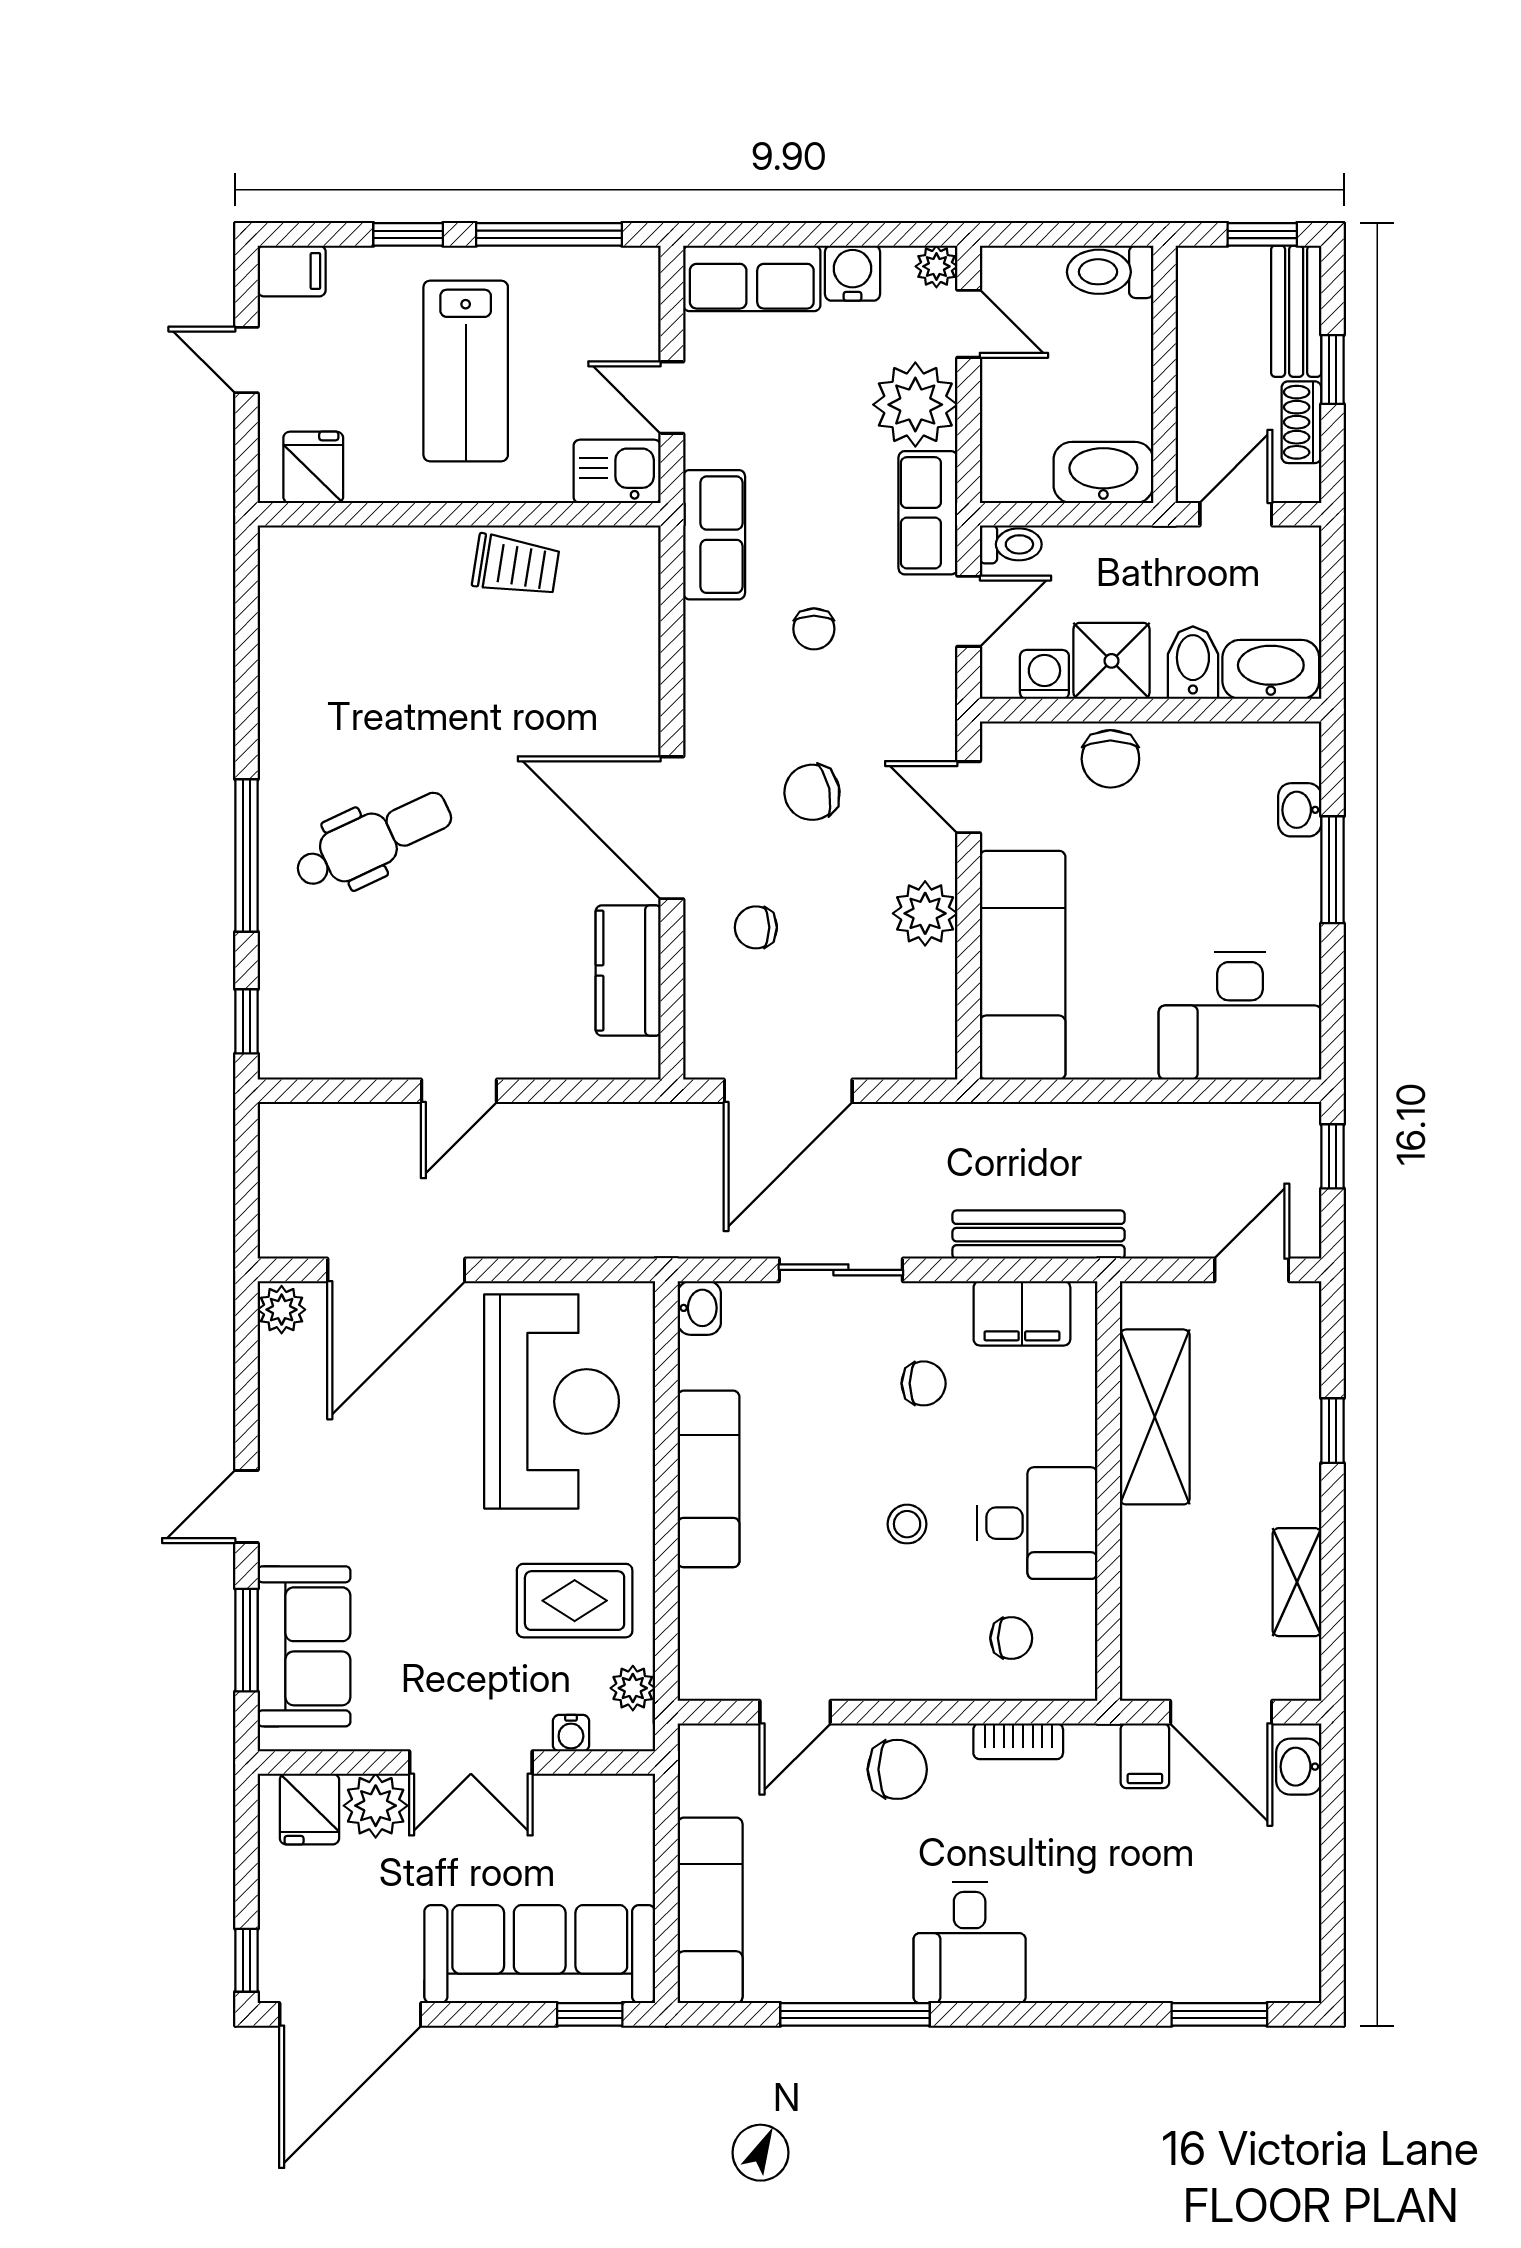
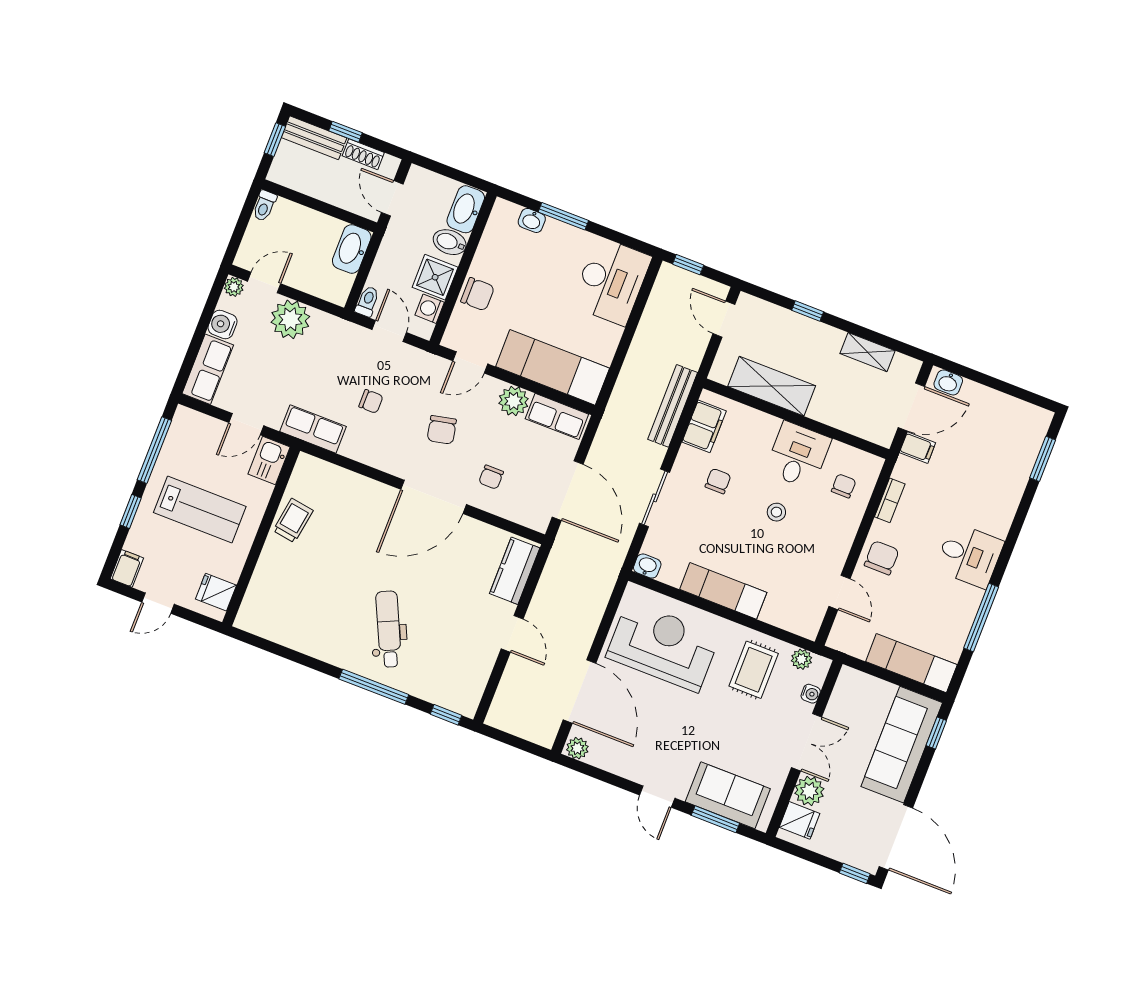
toilet: (1110, 272) -> (264, 206), width x0.73, depth x0.72
row of seats: (928, 513) -> (557, 416), moved
kitchen counter: (628, 971) -> (515, 571), moved, turned 90

